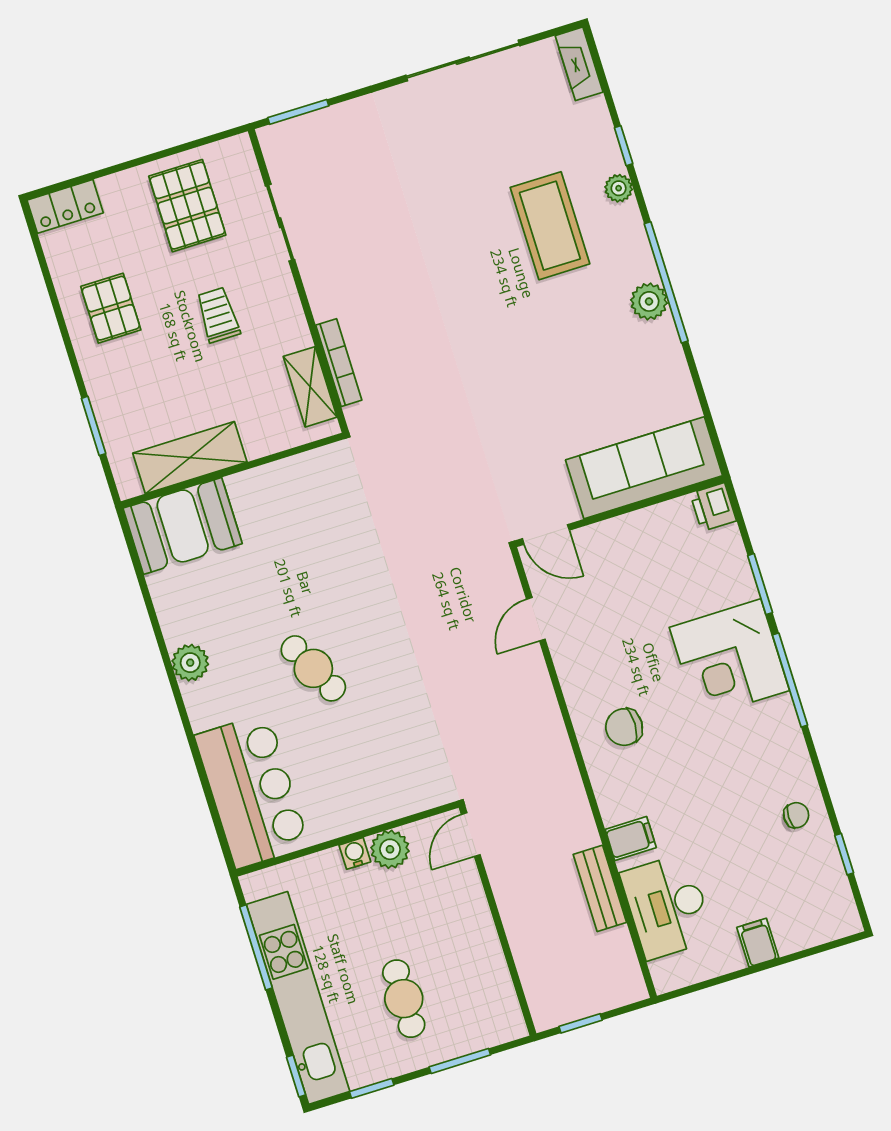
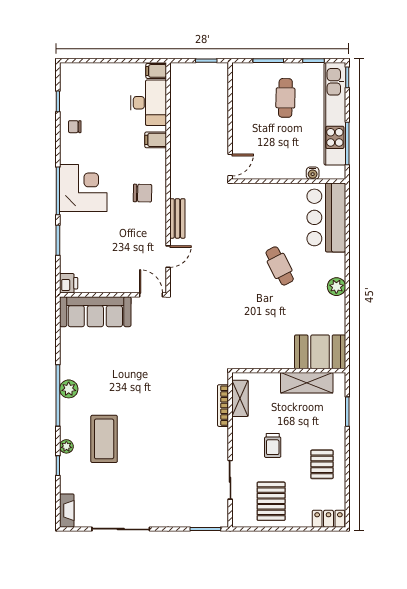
corner desk: (729, 659) -> (83, 188), moved
plant: (390, 849) -> (270, 170), removed
water cooler: (355, 853) -> (313, 173), moved
bench: (600, 888) -> (177, 218), moved
filing cabinet: (758, 943) -> (156, 71), moved, turned 90

